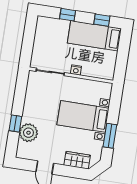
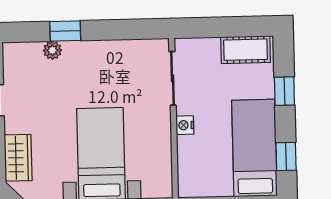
cot: (42, 31) -> (246, 50), added
plant: (28, 133) -> (52, 50), width x0.53, depth x0.53

